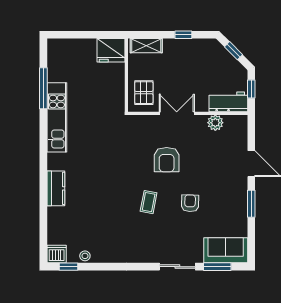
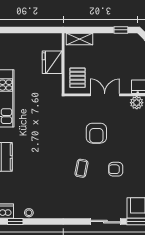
window: (183, 35) -> (121, 30), moved
fridge: (111, 50) -> (52, 62), moved, turned 90
armchair: (190, 203) -> (116, 169), turned -92

